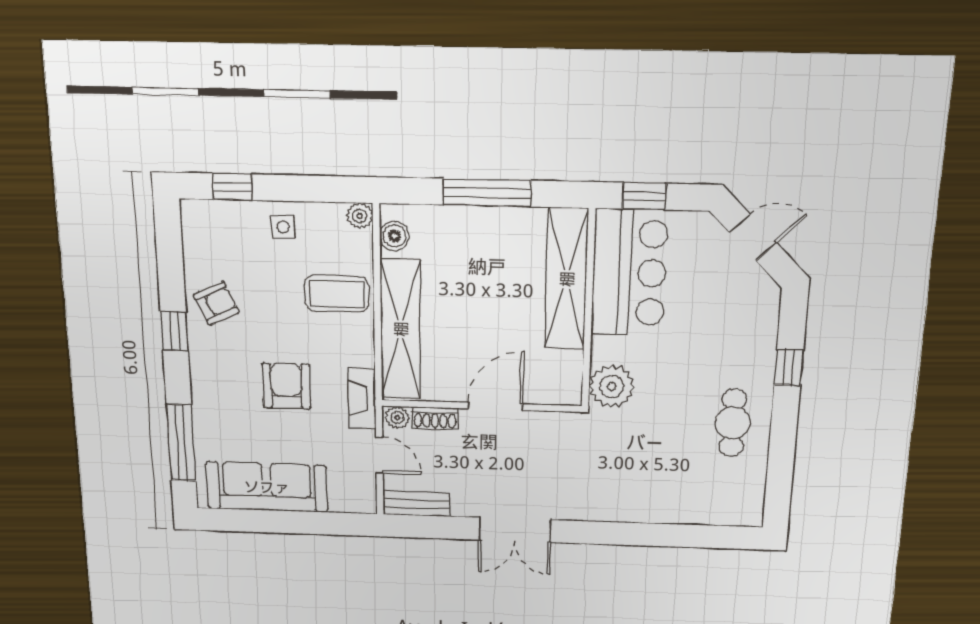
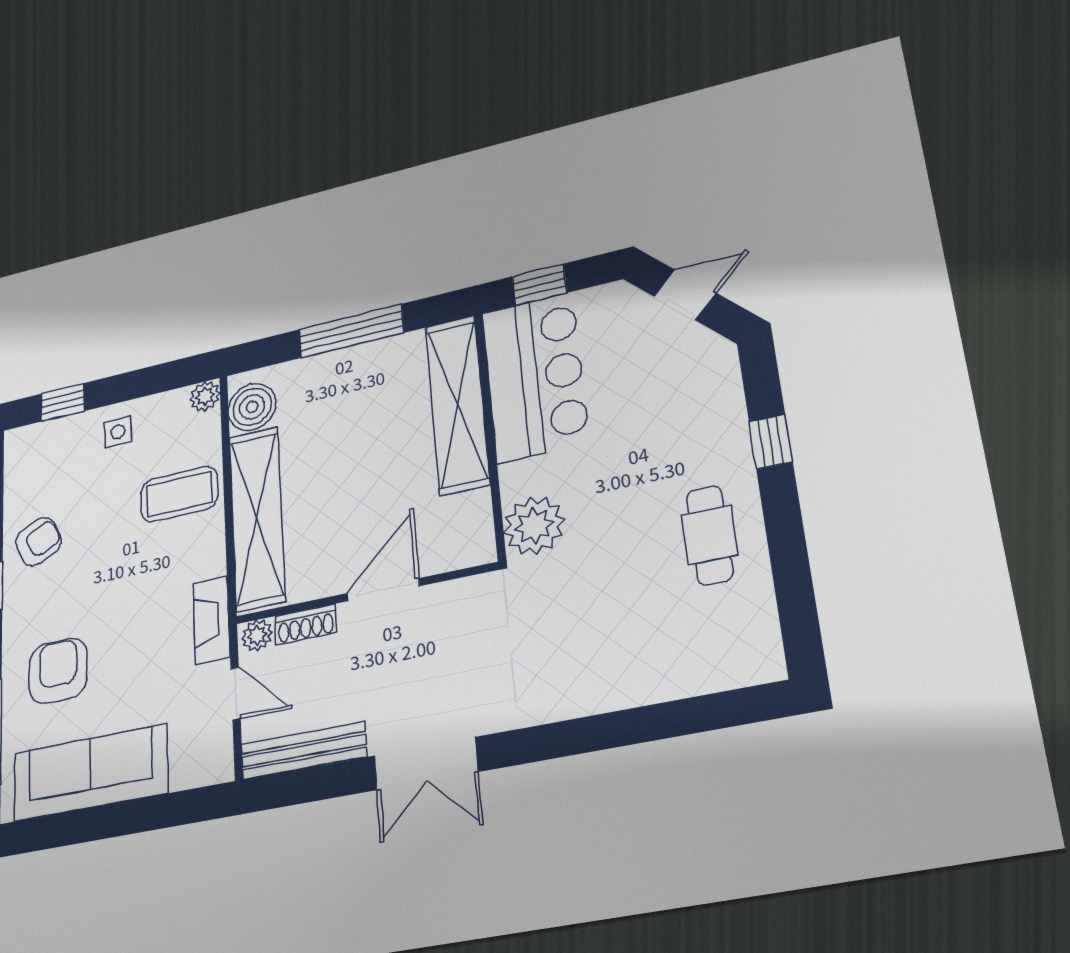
boiler: (394, 236) -> (252, 407), width x1.36, depth x1.36
armchair: (286, 386) -> (58, 671), moved
bench: (416, 504) -> (303, 751), width x1.36

